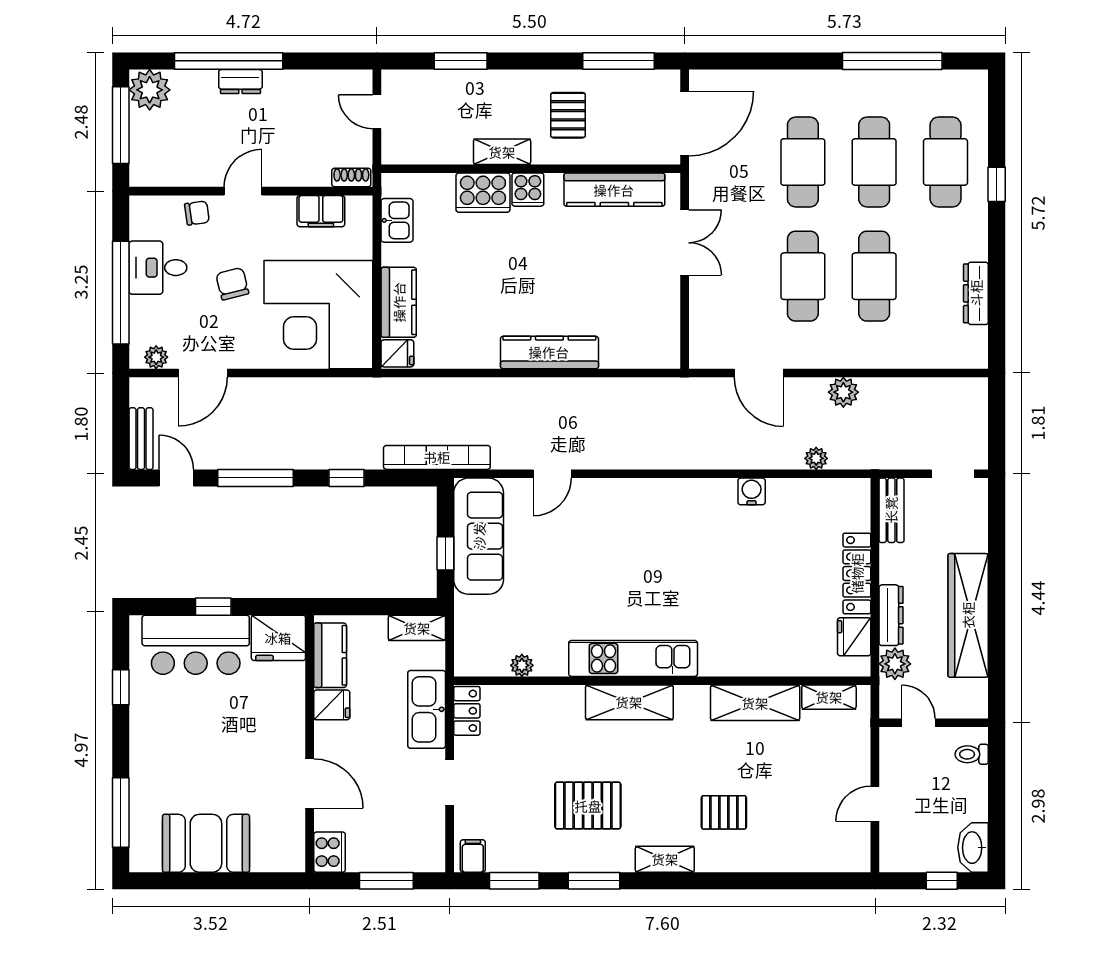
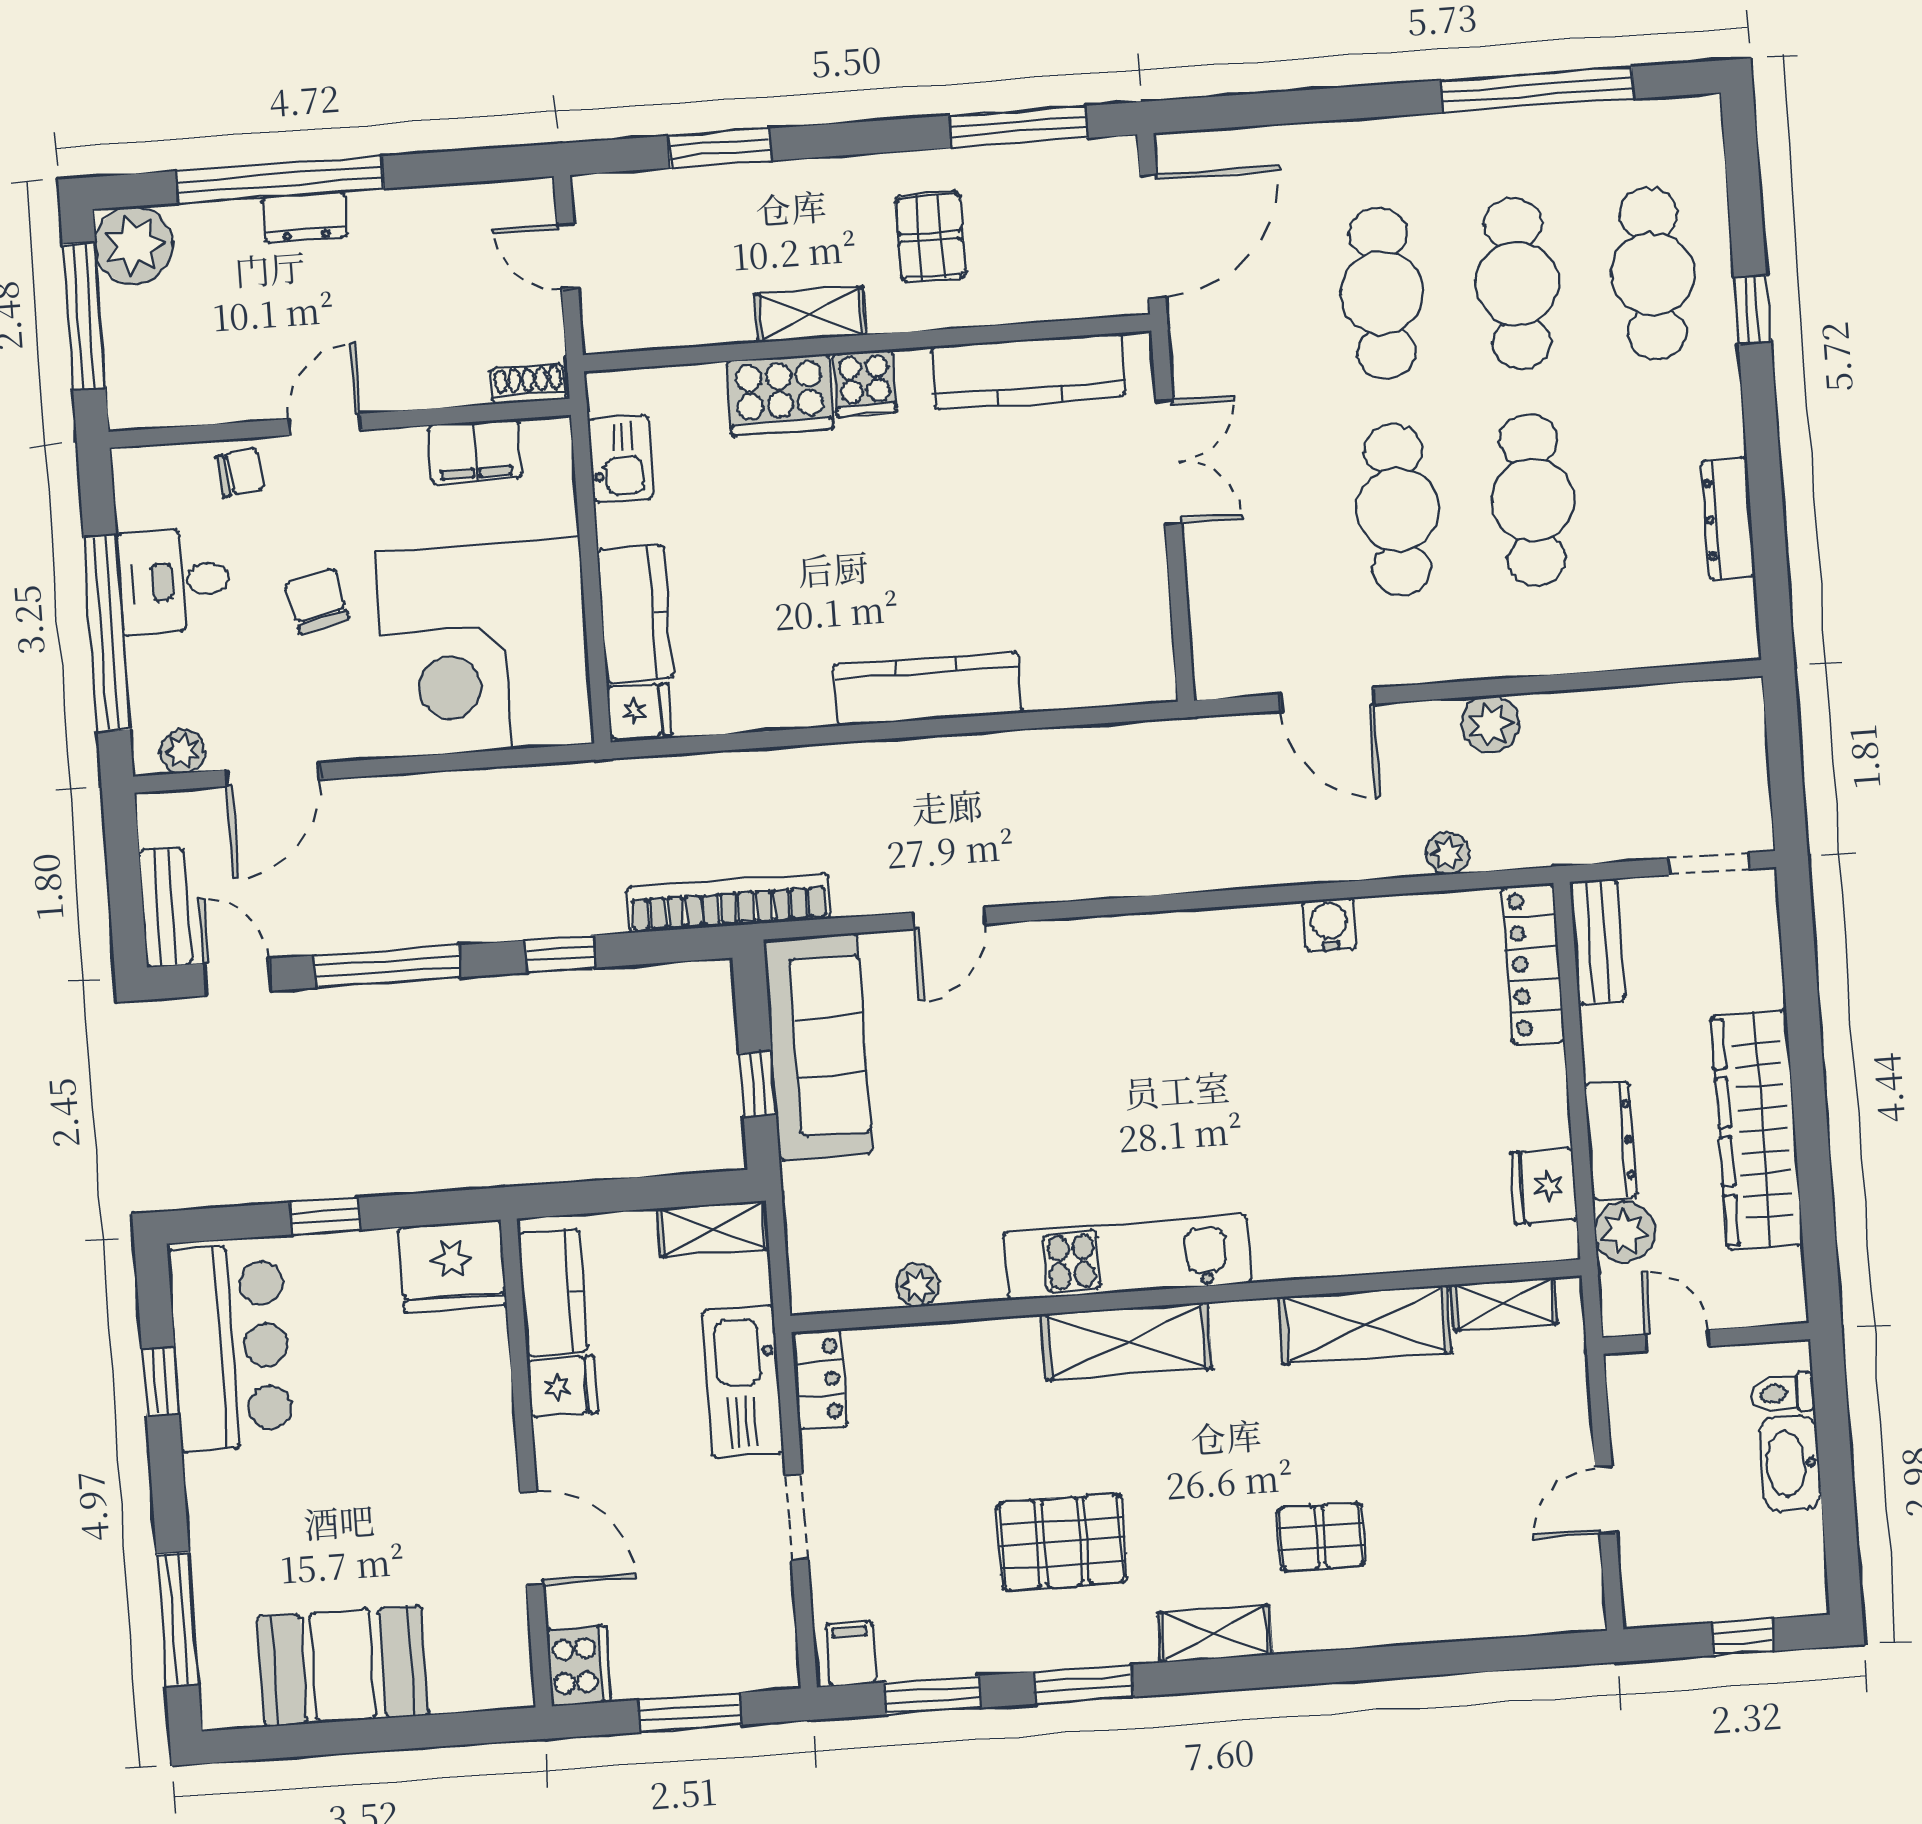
locker: (857, 573) -> (1533, 964), moved
bar counter: (196, 645) -> (231, 1348), moved, turned -90
washbasin: (973, 848) -> (1790, 1463), moved

